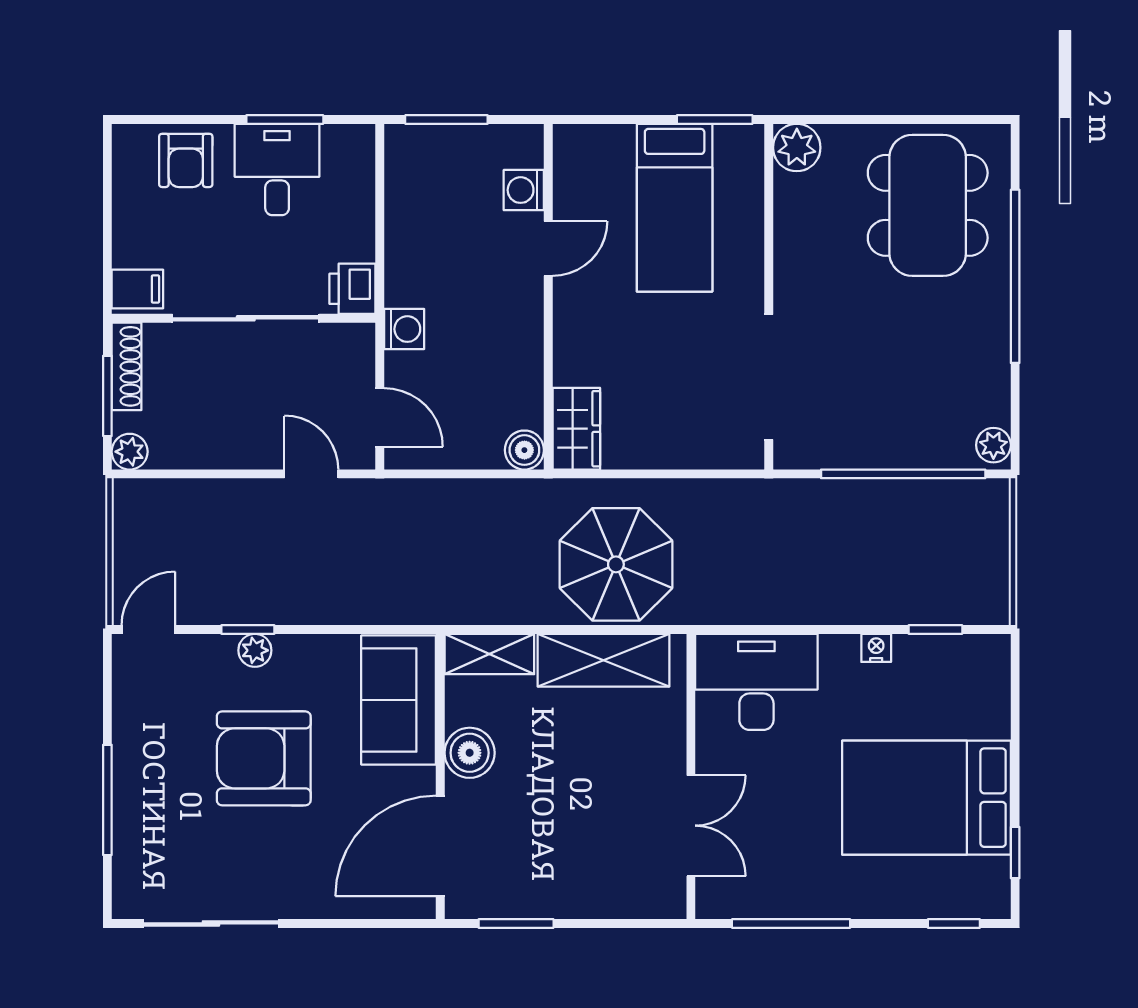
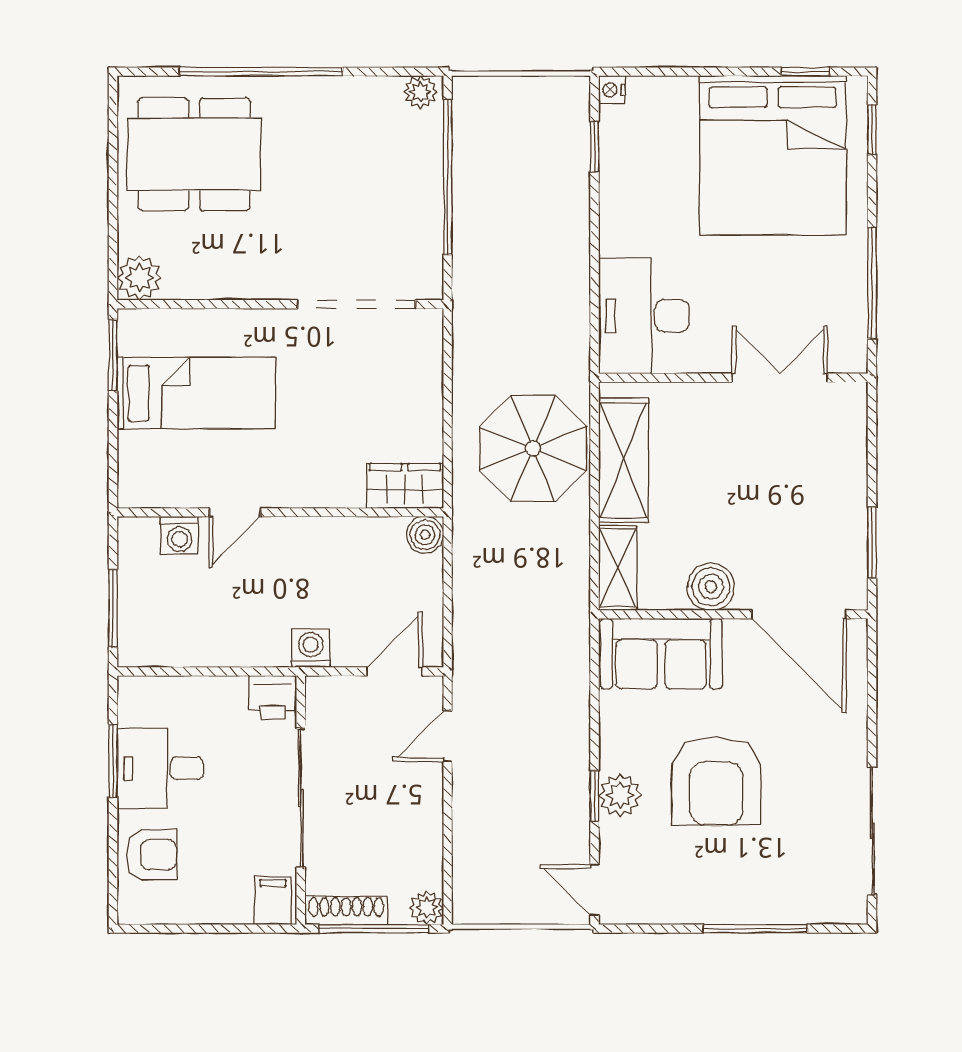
door: (548, 249) -> (235, 512), swing flipped
window: (107, 396) -> (374, 929), width x1.44
nightstand: (876, 648) -> (612, 90), moved
plant: (255, 650) -> (620, 795), width x1.38, depth x1.38
bed: (926, 798) -> (773, 155), width x1.36

